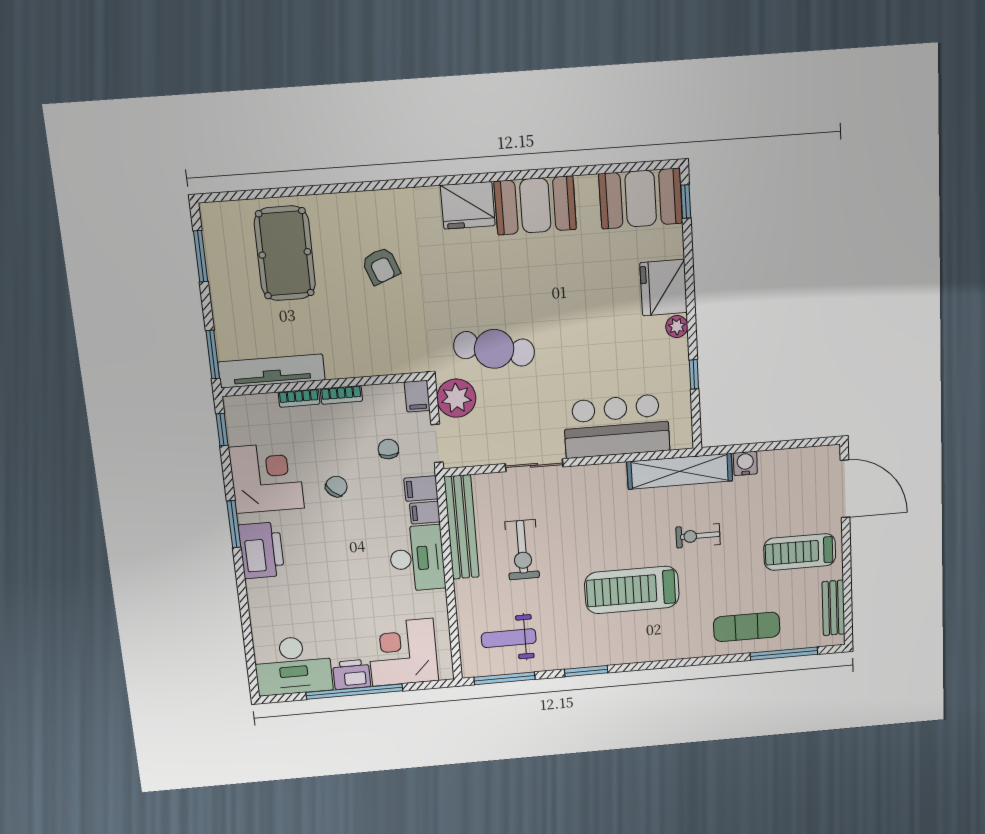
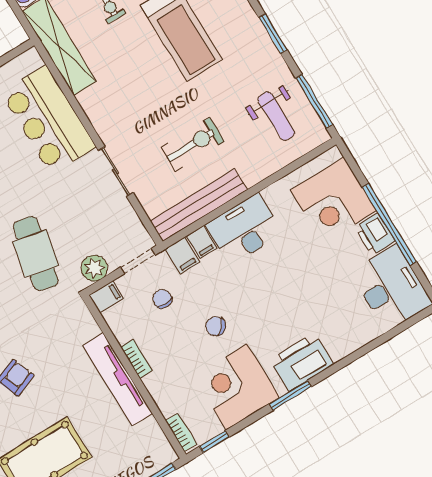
tv unit: (272, 371) -> (118, 379), moved
bookcase: (299, 398) -> (181, 432), moved
plant: (456, 398) -> (94, 268), width x0.73, depth x0.73
chair: (388, 449) -> (162, 299), turned 90

